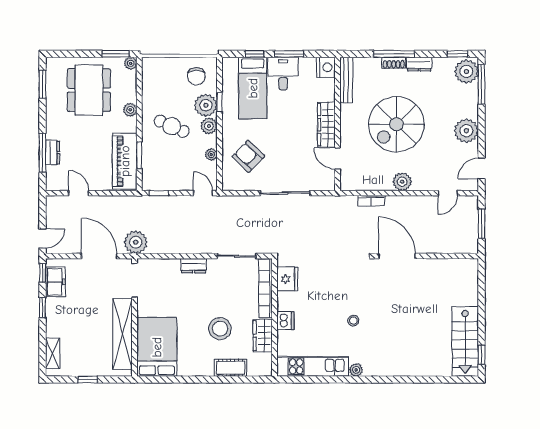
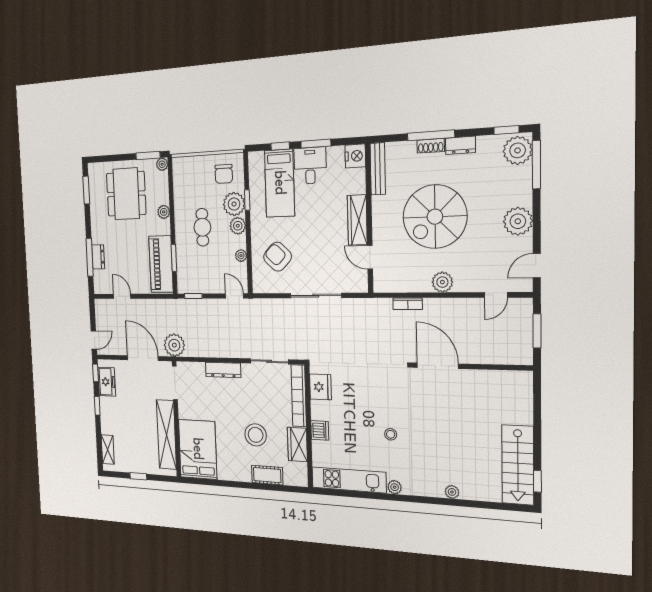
cafe table: (172, 126) -> (202, 227), turned 66
dresser: (194, 266) -> (223, 370), width x1.44
plant: (408, 370) -> (452, 492), added

